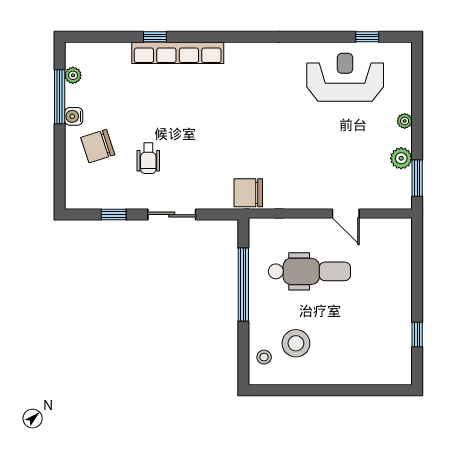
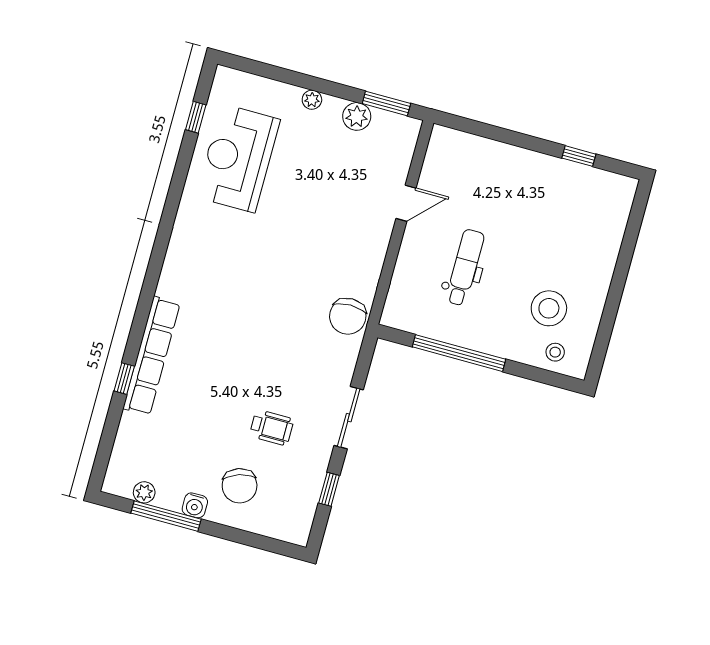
dental chair: (309, 271) -> (465, 267), width x0.73, depth x0.72

